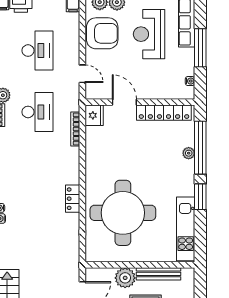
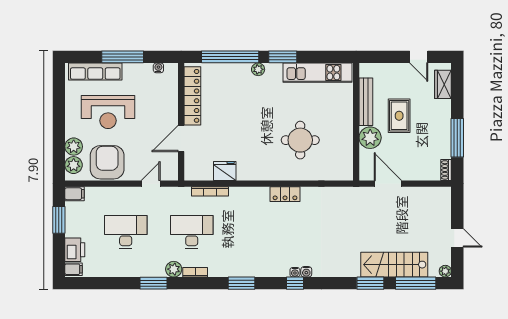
fridge: (94, 115) -> (225, 171), moved
plant: (189, 153) -> (258, 69), moved
round table: (123, 213) -> (300, 140), width x0.54, depth x0.54

